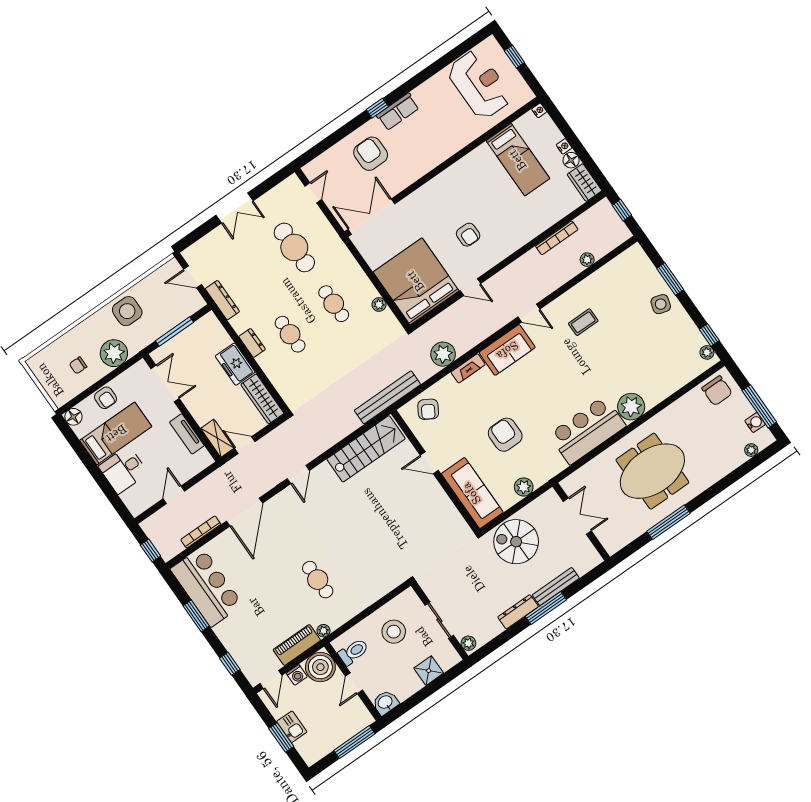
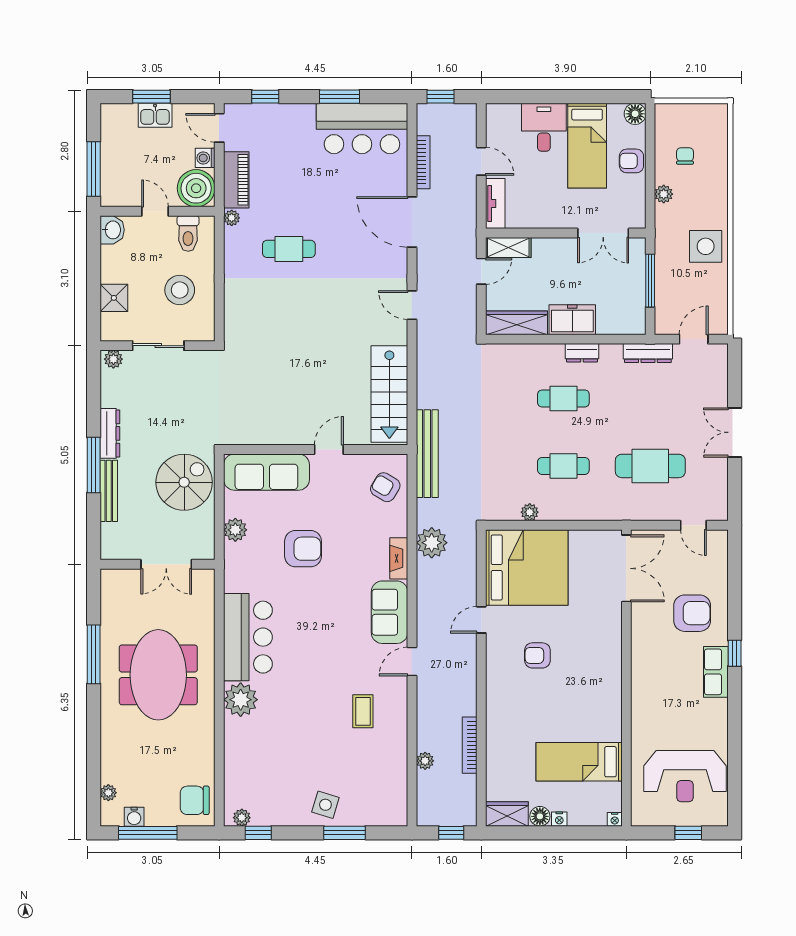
plant: (114, 353) -> (664, 194), width x0.53, depth x0.53
tv unit: (187, 434) -> (495, 204), moved, turned 90

